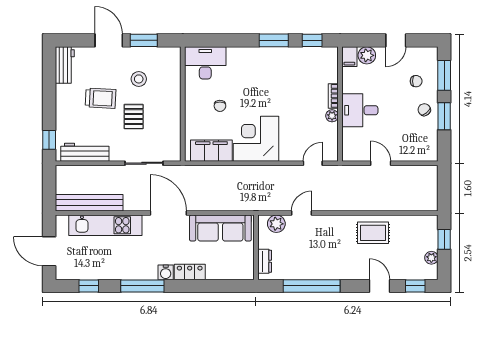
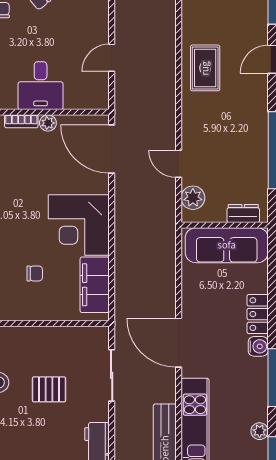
trolley: (101, 98) -> (24, 434), removed
door: (313, 163) -> (112, 149), width x1.88
door: (168, 213) -> (179, 343), hinge flipped
sofa: (220, 228) -> (227, 245), moved, turned 90
plant: (103, 273) -> (260, 431), added

